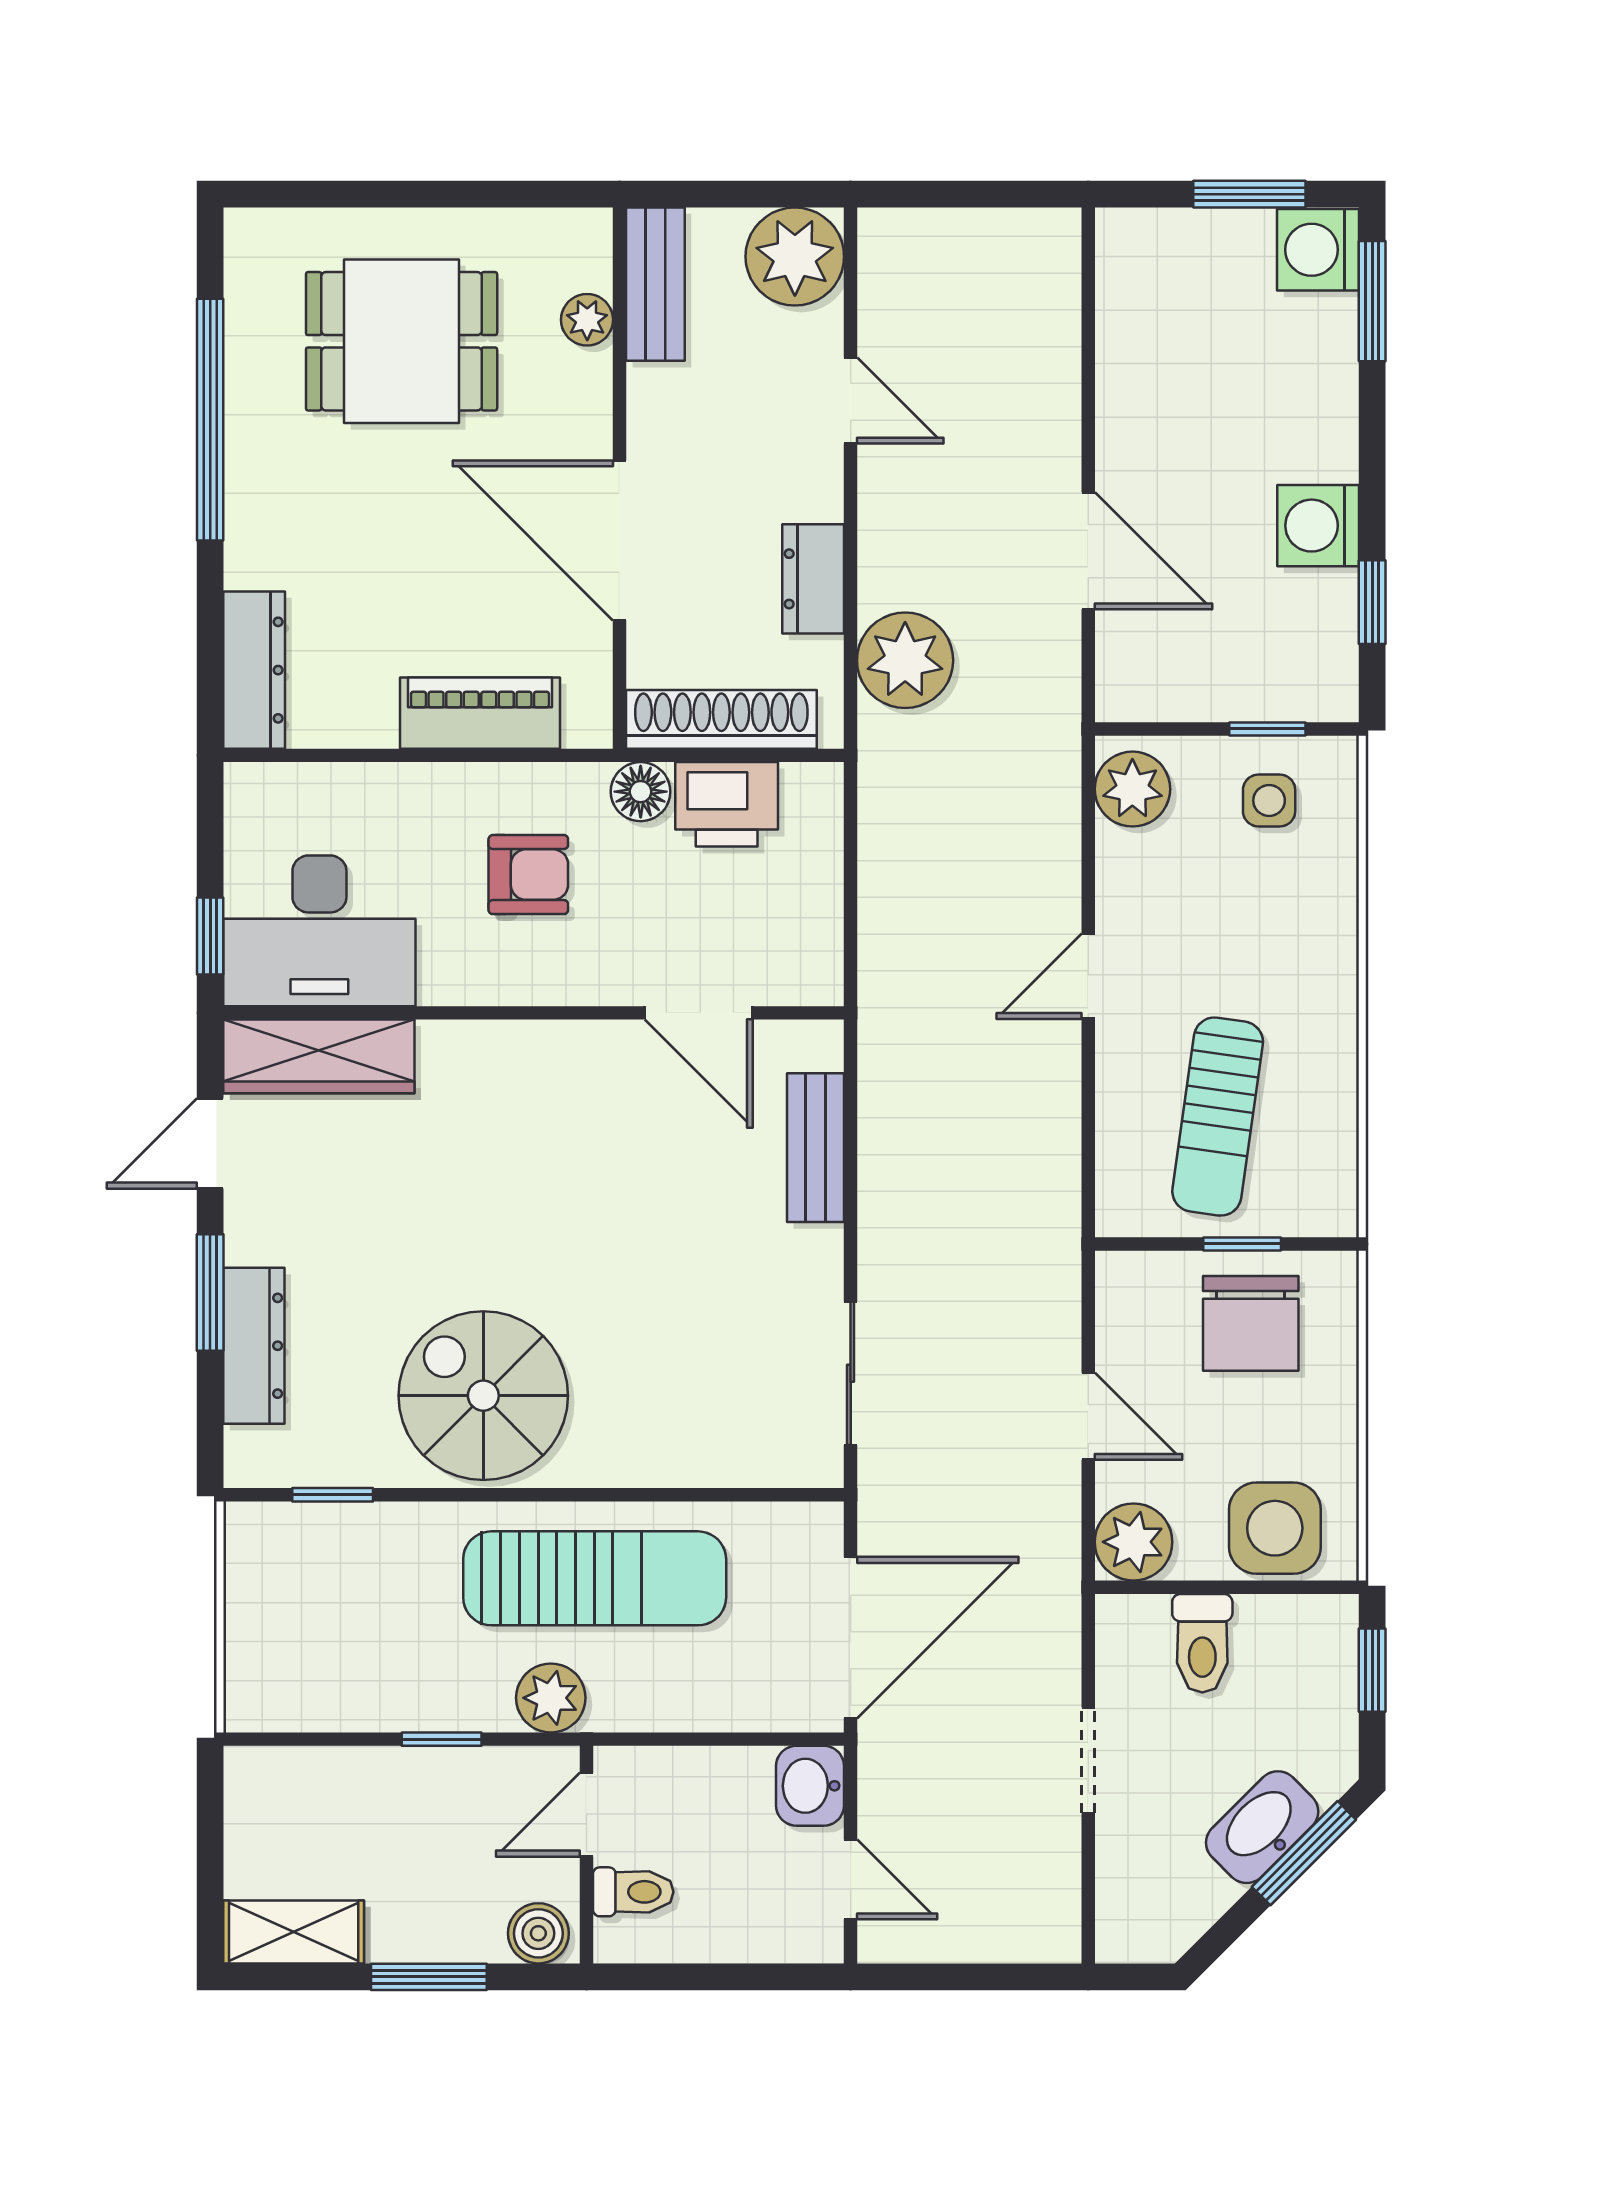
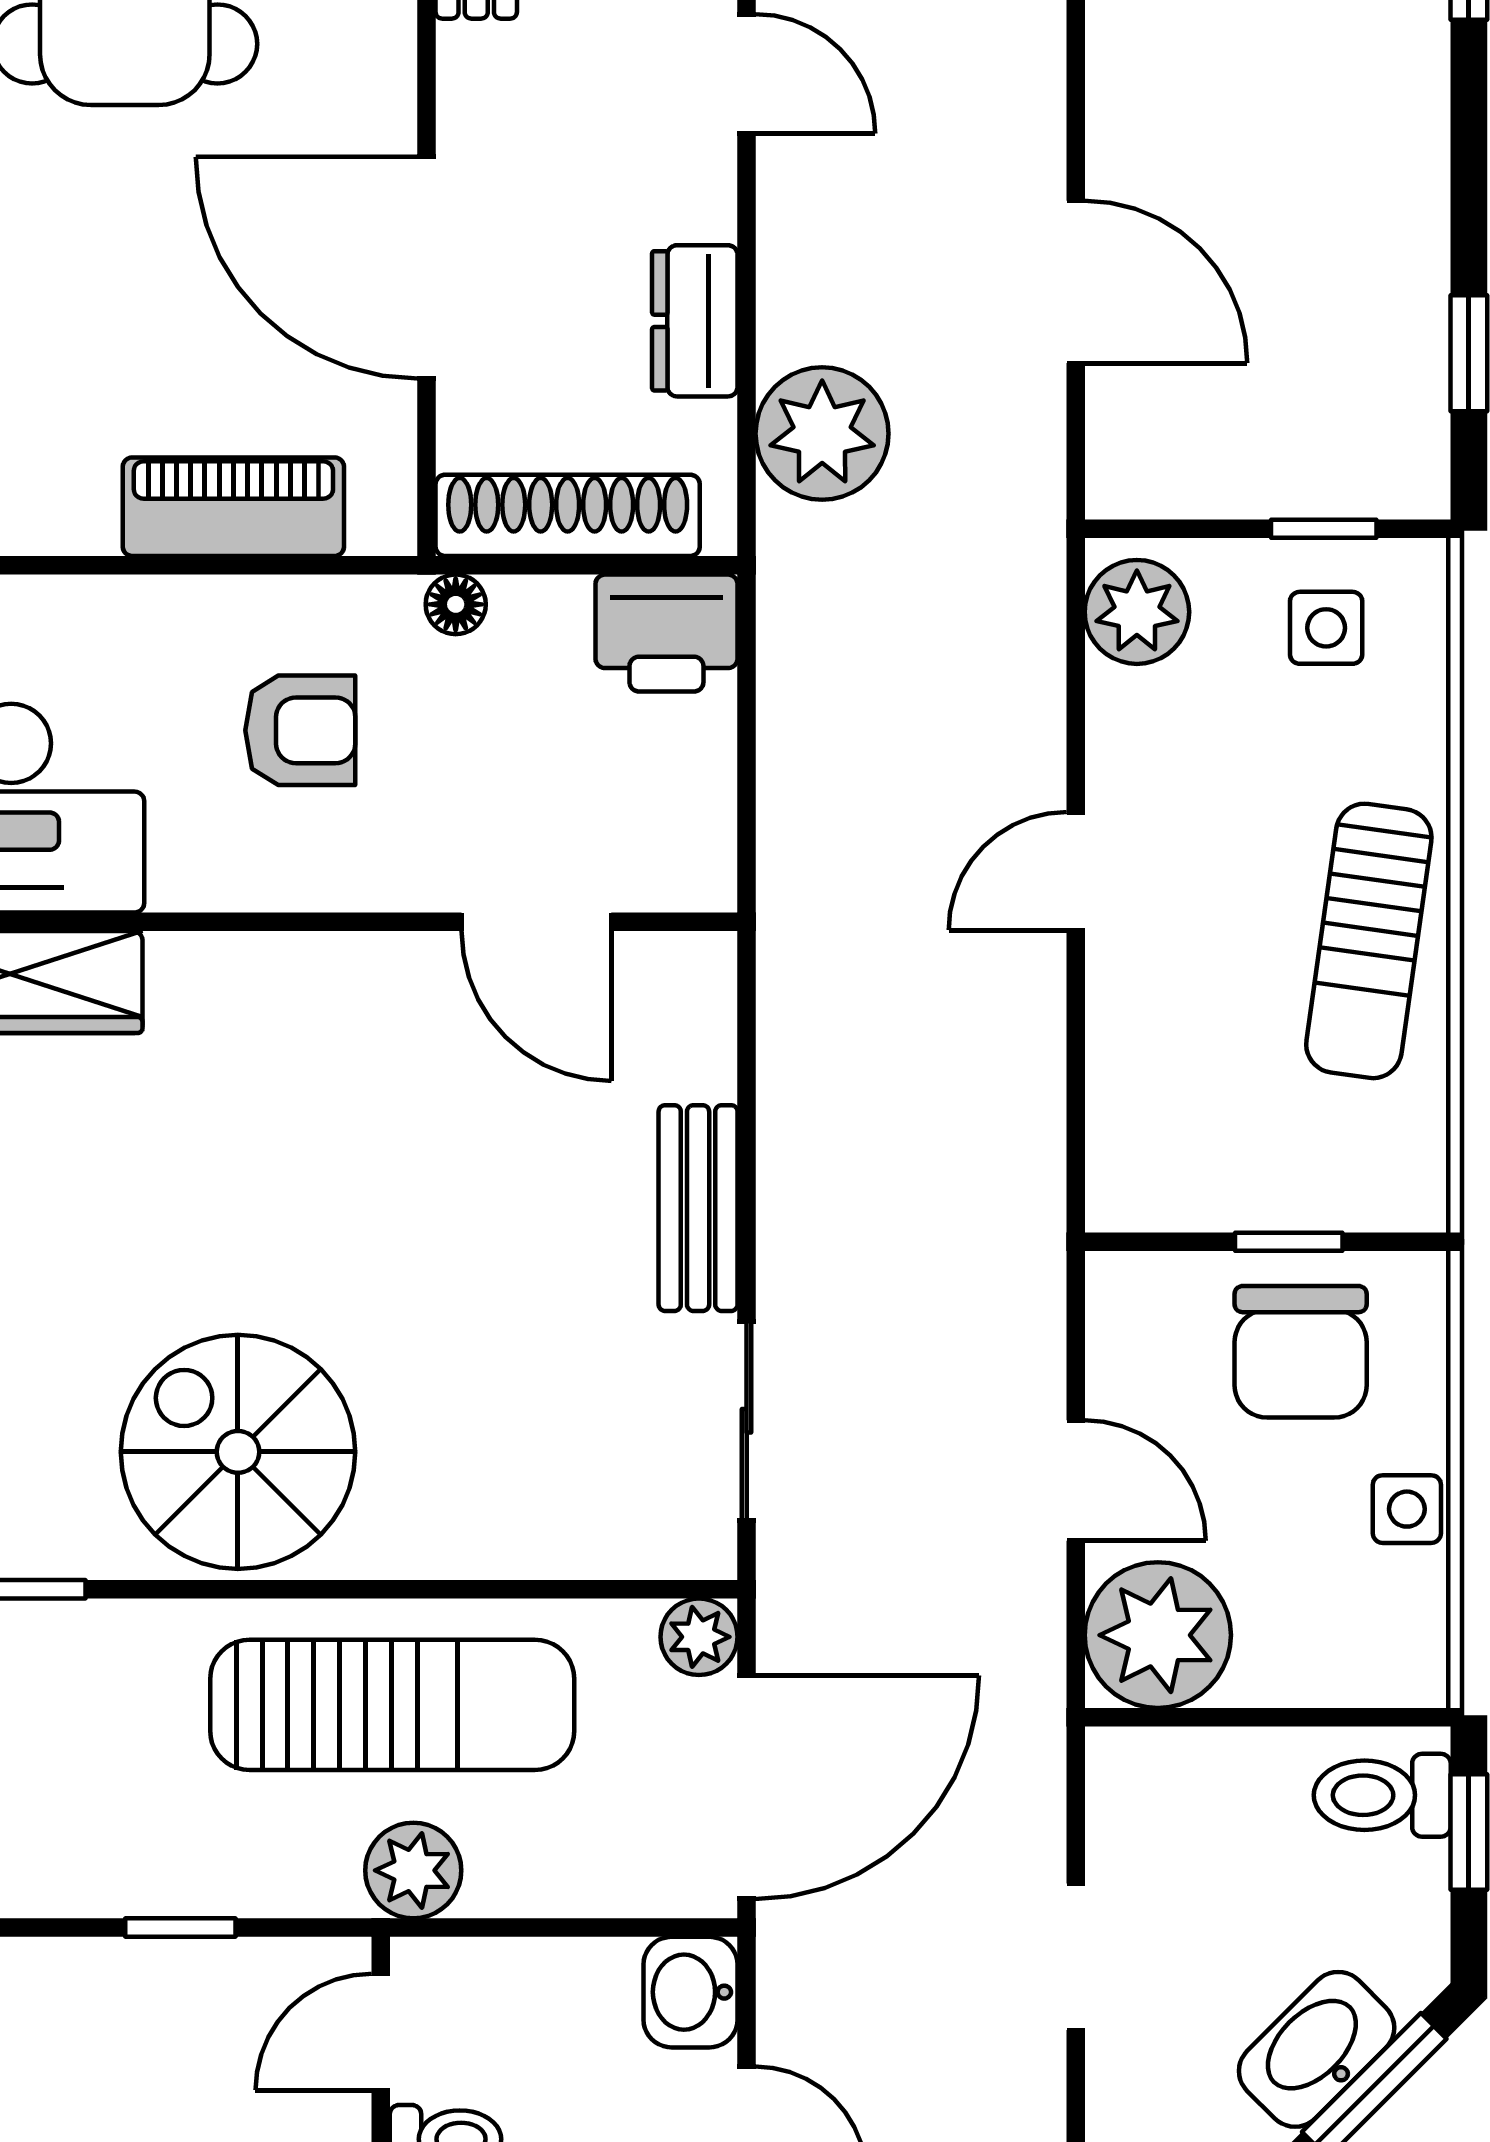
washing machine: (1318, 526) -> (1394, 247), removed
floor lamp: (641, 792) -> (456, 604), width x0.73, depth x0.73
printer: (727, 804) -> (666, 633), moved
sun lounger: (1218, 1117) -> (1369, 941), moved
bench: (816, 1148) -> (698, 1208), moved
side table: (1275, 1528) -> (1407, 1509), moved, width x0.54, depth x0.54
plant: (816, 1529) -> (699, 1637), added
plant: (1134, 1542) -> (1158, 1635), width x1.36, depth x1.36
toilet: (1202, 1643) -> (1382, 1795), moved, turned 90
plant: (551, 1698) -> (413, 1870), moved

